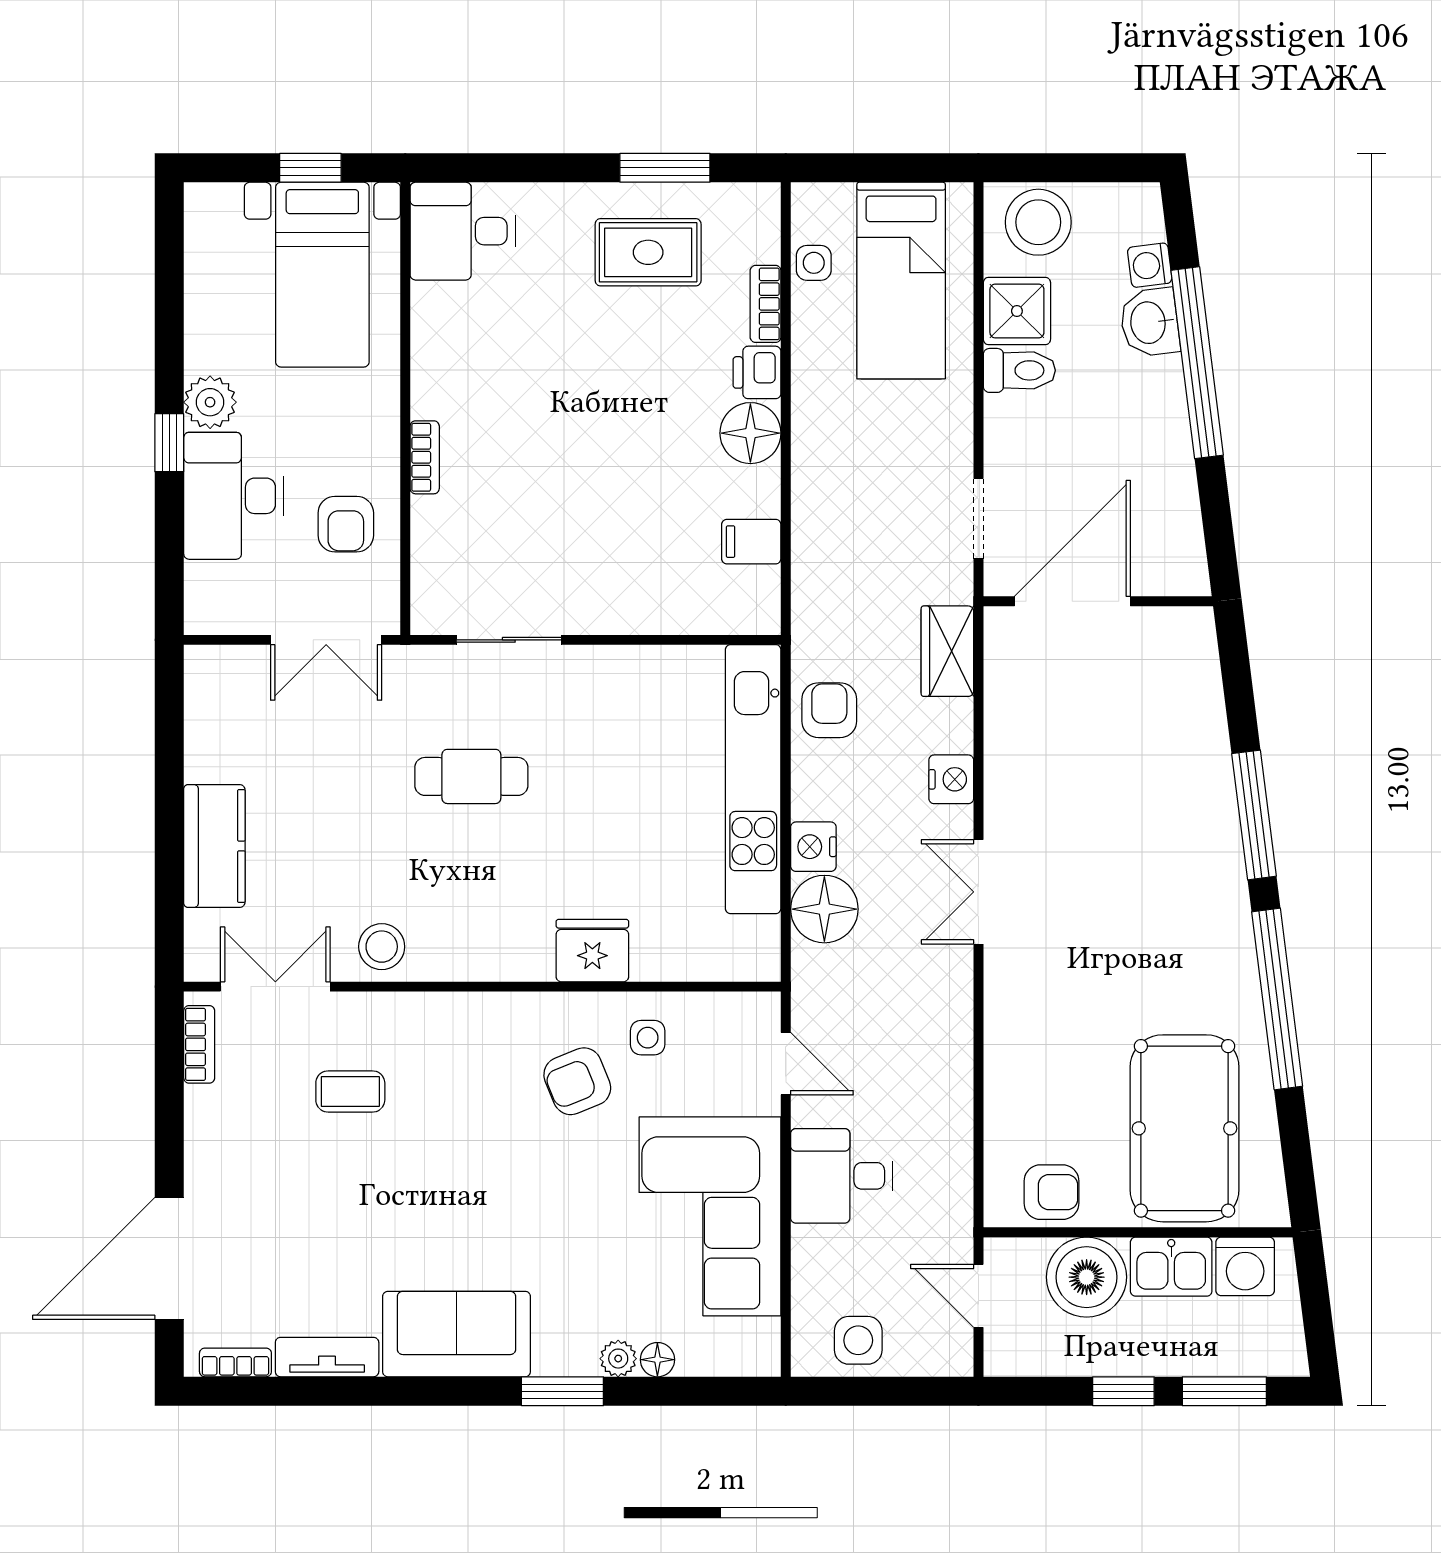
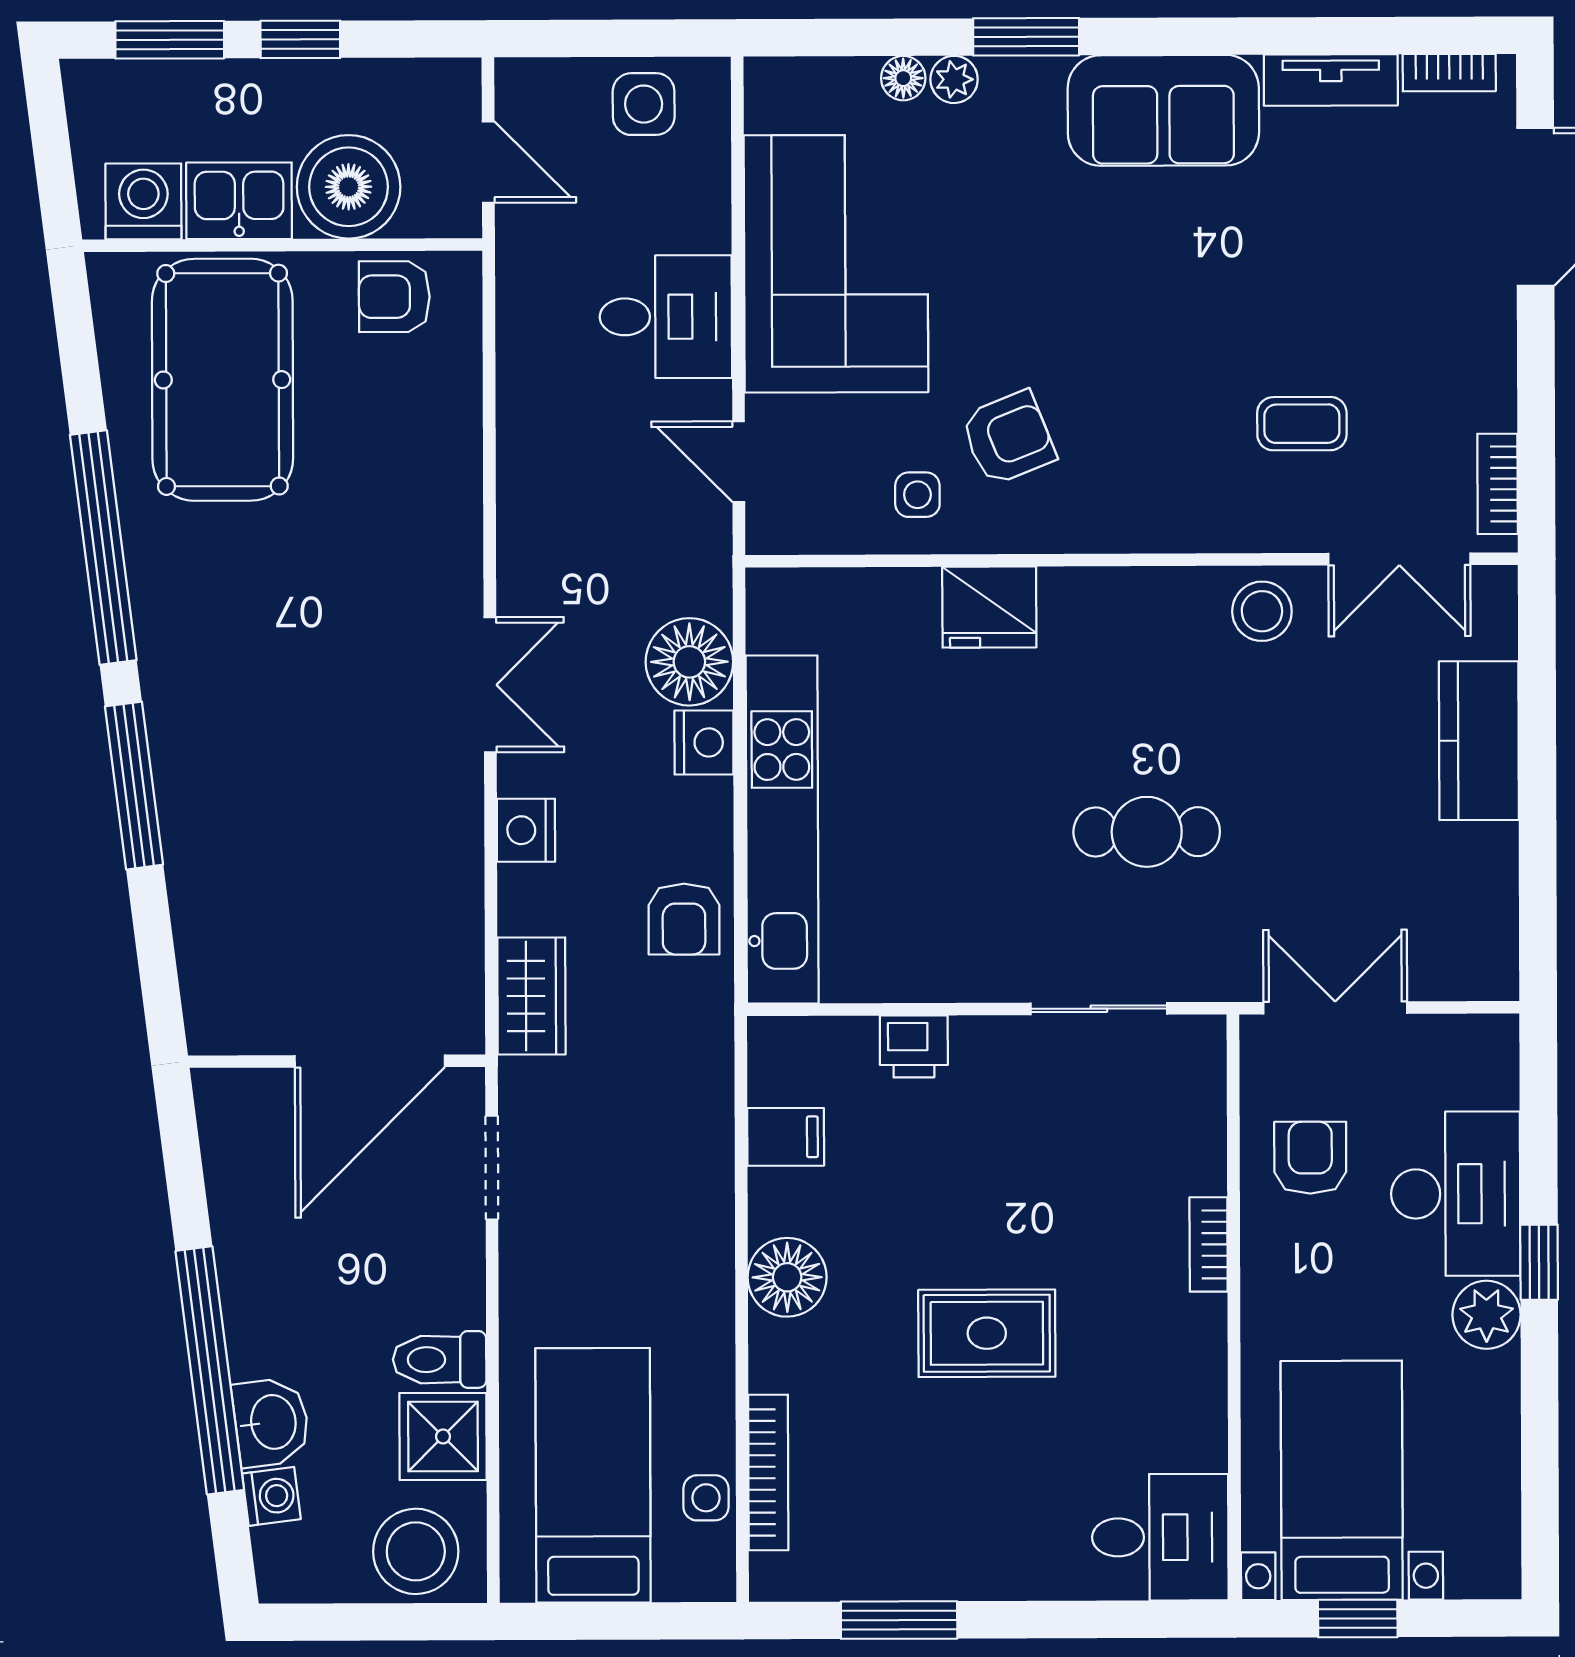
rug: (648, 252) -> (987, 1333), moved
bookcase: (766, 304) -> (768, 1472), width x1.56
printer: (757, 372) -> (914, 1046), moved, turned 90

